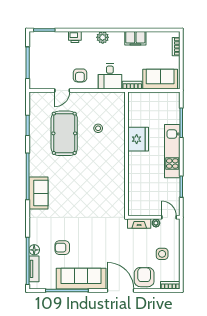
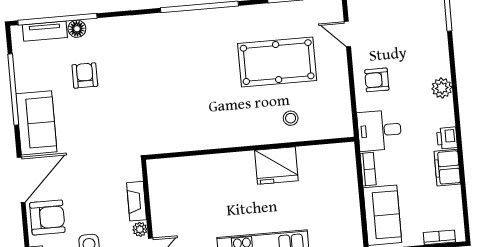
printer: (75, 37) -> (447, 138), moved
plant: (103, 37) -> (442, 88), moved
door: (62, 90) -> (347, 34), moved
fridge: (138, 139) -> (276, 166), moved
wall: (127, 154) -> (250, 148), moved
sofa: (38, 193) -> (173, 27), removed
sofa: (81, 279) -> (36, 123), width x0.73

